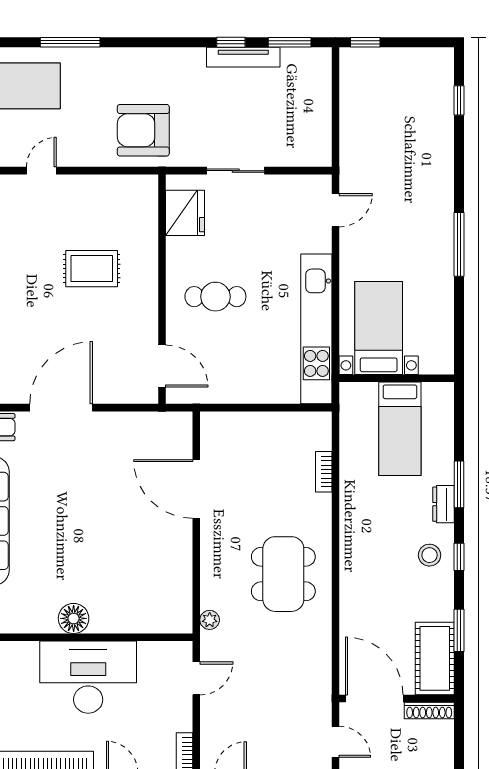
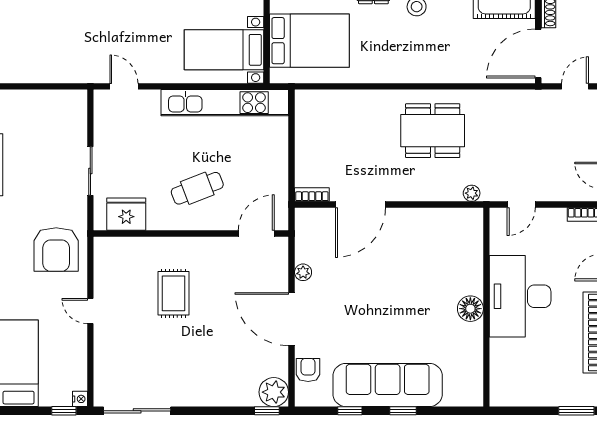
door: (41, 171) -> (90, 311), moved
cafe table: (215, 297) -> (197, 188), turned 69
plant: (116, 421) -> (303, 272), added
bed: (400, 429) -> (309, 41), width x1.50
bookcase: (324, 472) -> (312, 195), moved, turned 180
door: (196, 678) -> (521, 205), swing flipped

